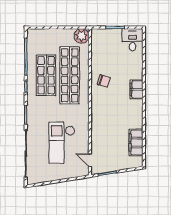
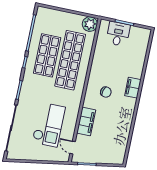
desk: (132, 40) -> (118, 34), moved
chair: (104, 81) -> (106, 92), moved
checkout: (62, 143) -> (49, 125), turned 180
filing cabinet: (136, 143) -> (86, 122), moved, turned 180

